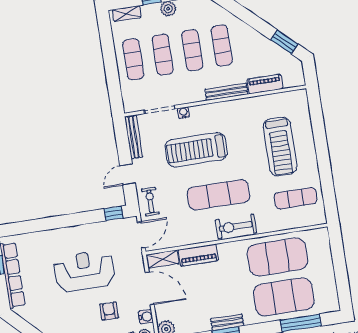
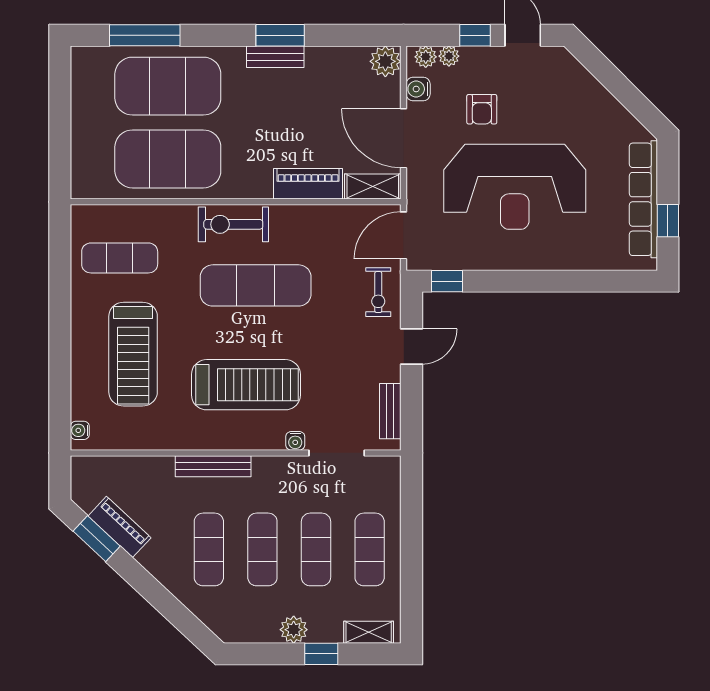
piano: (265, 84) -> (119, 527), moved, turned -137
water cooler: (303, 100) -> (80, 430), added
bench: (134, 137) -> (390, 411), width x0.73
treadmill: (280, 147) -> (133, 354), turned 180
treadmill: (196, 150) -> (246, 385), moved
exercise bike: (236, 226) -> (233, 224), turned 180
reception desk: (84, 271) -> (515, 187), width x1.36, depth x1.30

